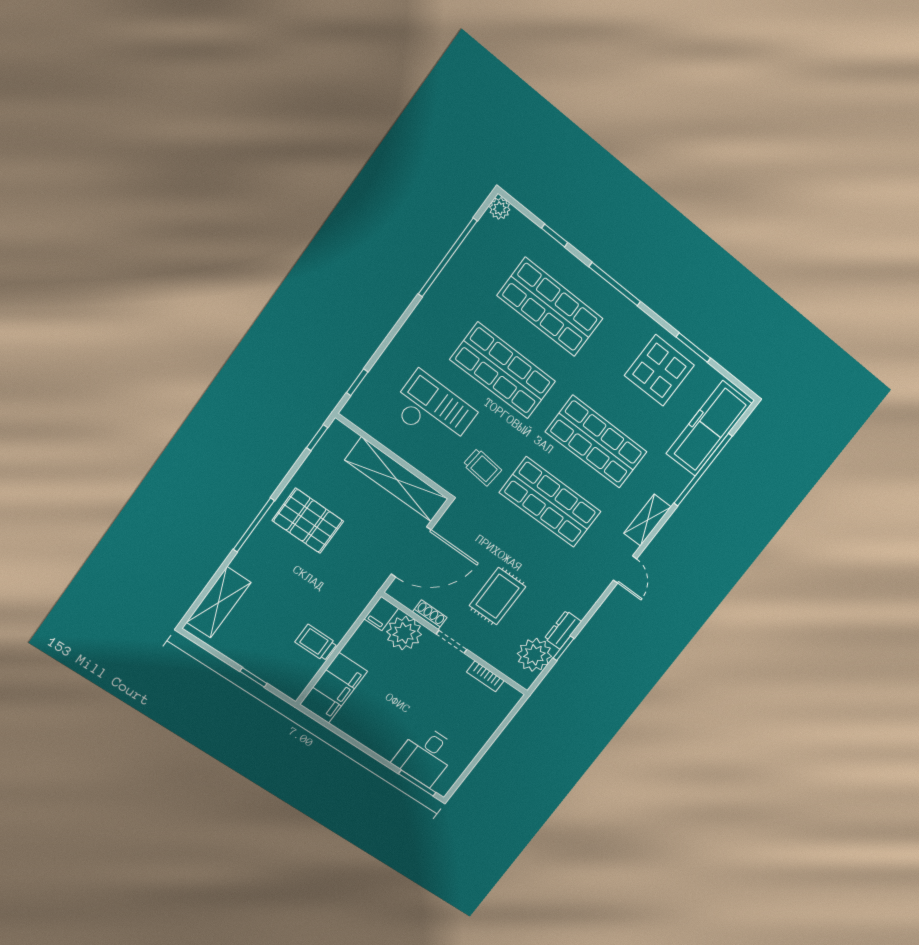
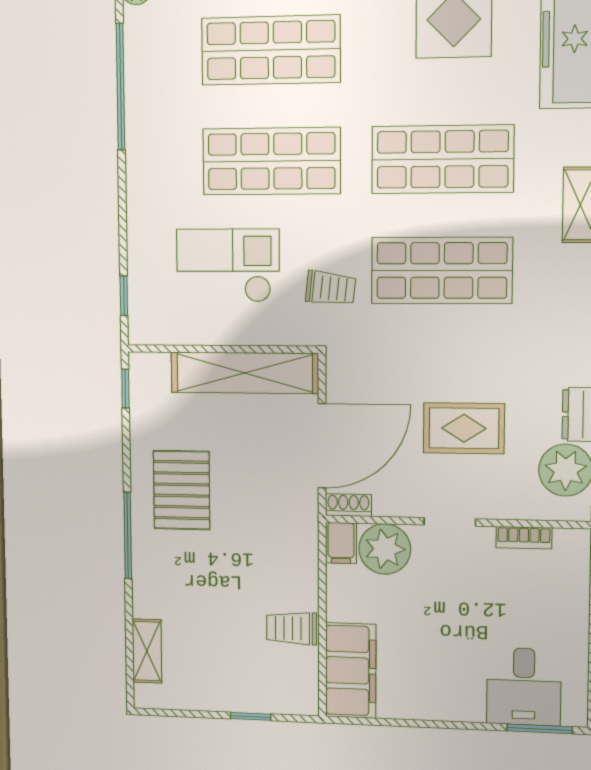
pallet: (308, 521) -> (182, 490), turned 90
rug: (498, 596) -> (464, 428), turned 90
shelving: (219, 602) -> (147, 651), width x0.67, depth x0.75
shoe rack: (430, 615) -> (348, 505), moved

